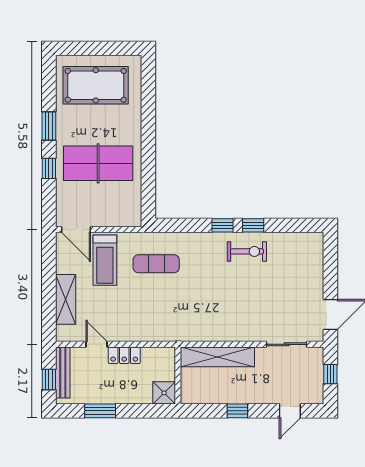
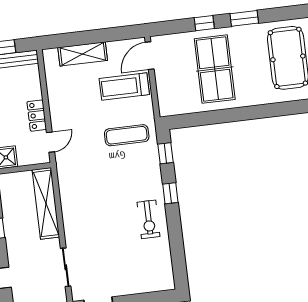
window: (253, 225) -> (165, 153), moved
exercise mat: (156, 264) -> (127, 135), turned 90
door: (97, 344) -> (51, 142), moved

